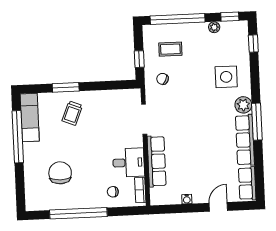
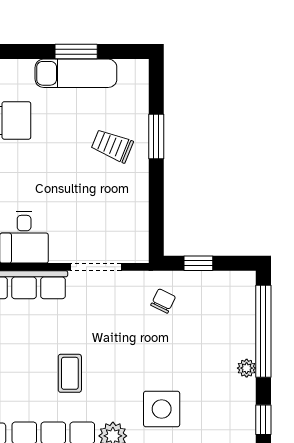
plant: (214, 27) -> (247, 368), moved
coffee table: (170, 49) -> (70, 373), moved
exam couch: (30, 117) -> (76, 73), moved
window: (18, 137) -> (76, 52), width x0.47

